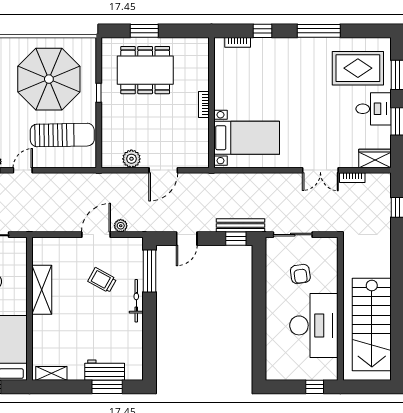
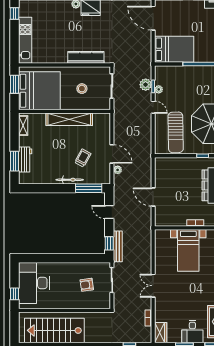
bed with nightstands: (247, 138) -> (188, 250), moved
plant: (131, 159) -> (160, 177), removed
double door: (320, 170) -> (153, 286), moved
shelving: (42, 290) -> (69, 119), width x1.47
desk: (314, 325) -> (34, 283), moved, turned 90

